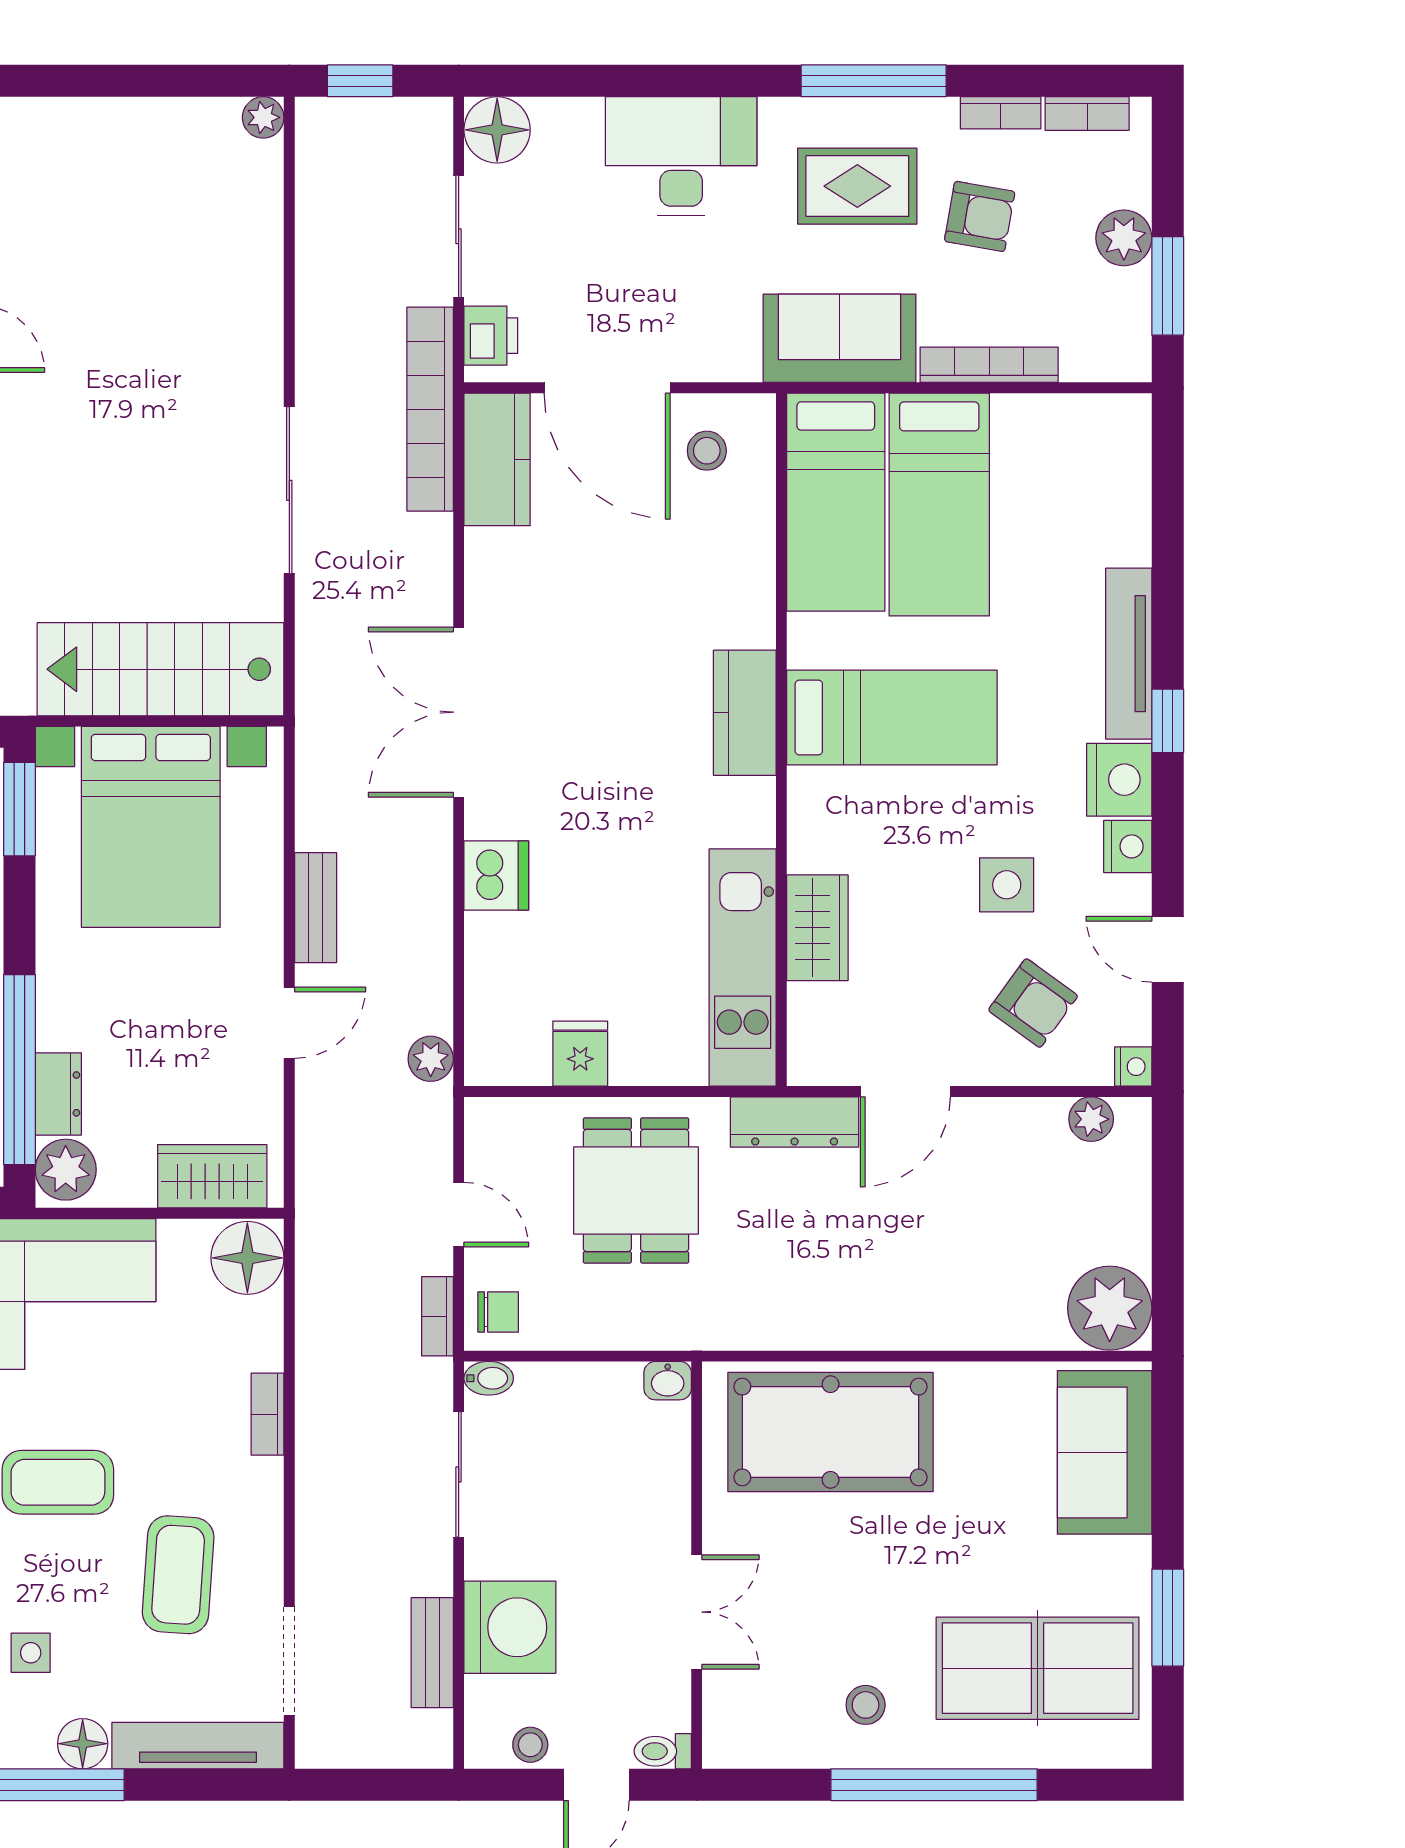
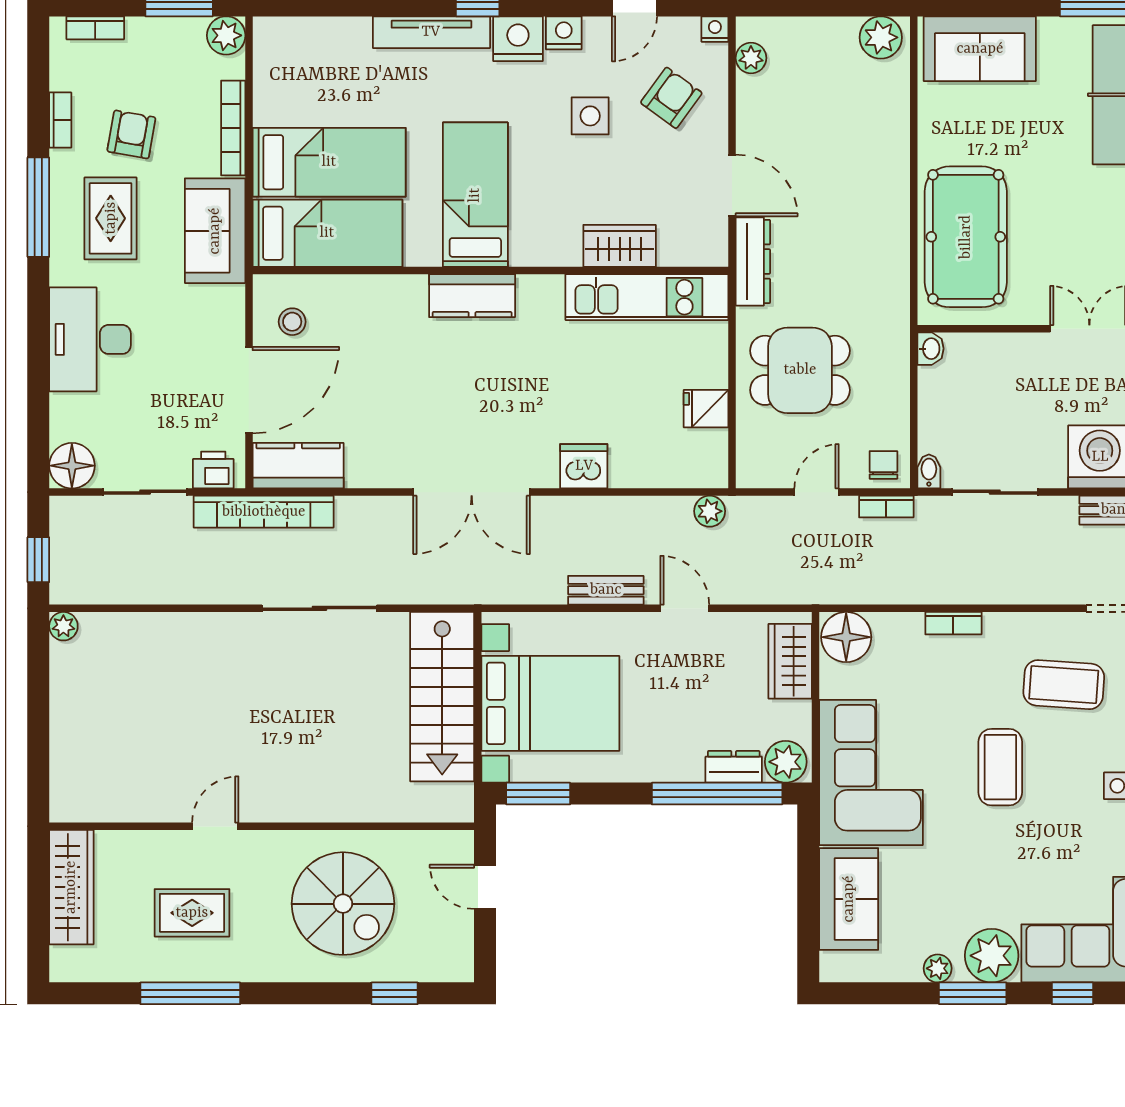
bookcase: (1087, 114) -> (95, 28), moved, turned 90
plant: (1124, 238) -> (226, 35), moved
plant: (1110, 1308) -> (881, 37), width x0.73, depth x0.73

